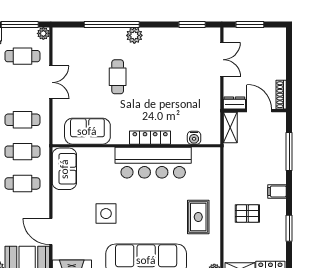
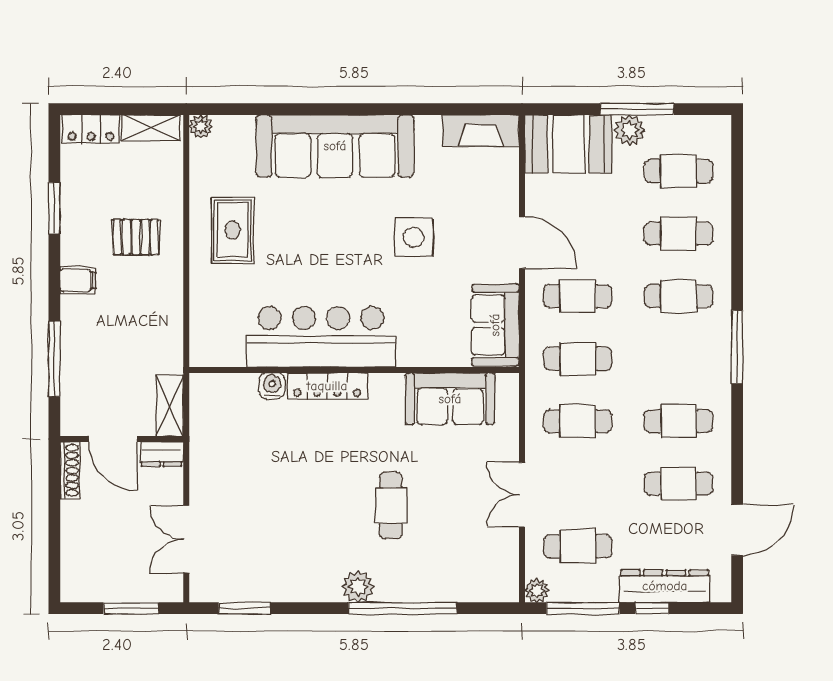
water cooler: (194, 138) -> (272, 386), moved
door: (51, 231) -> (522, 243), moved

